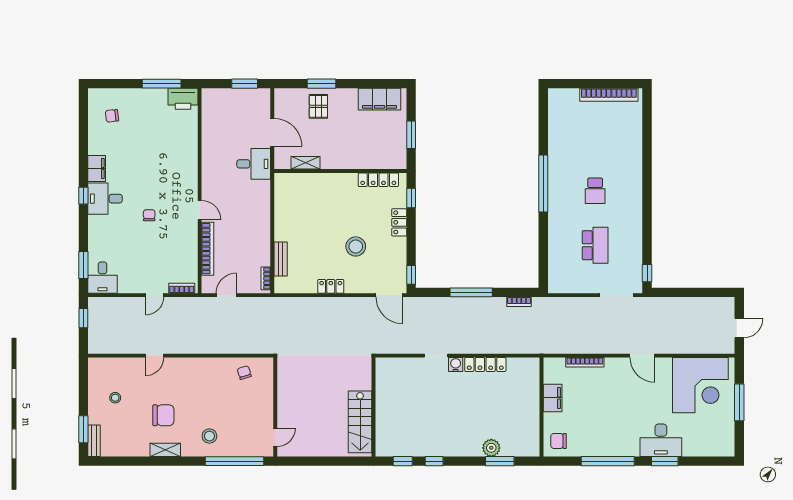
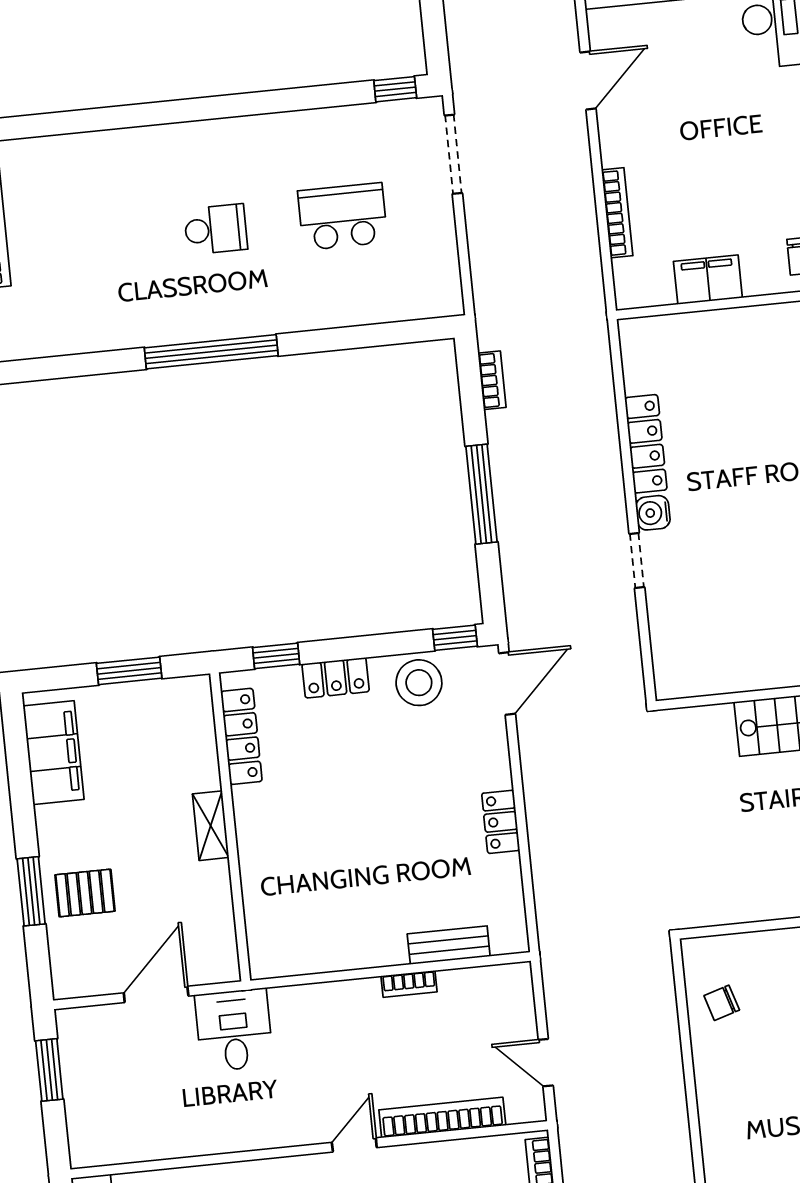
shelving: (305, 163) -> (211, 826), moved
stool: (356, 246) -> (419, 683), moved
bookcase: (266, 278) -> (409, 984), moved

